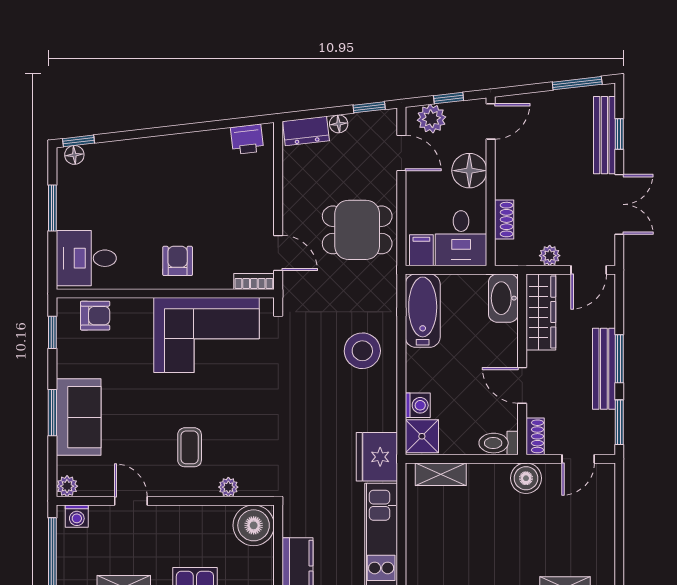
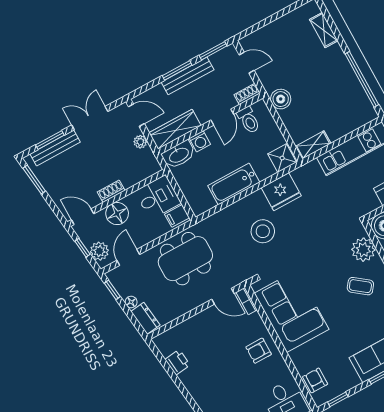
window: (619, 134) -> (50, 140), width x1.50
printer: (247, 139) -> (178, 362), moved
shoe rack: (504, 220) -> (111, 191), moved
dining table: (357, 230) -> (185, 259), width x1.38
door: (278, 253) -> (223, 296), swing flipped
bathtub: (423, 311) -> (234, 184), moved
stool: (362, 351) -> (263, 231), moved
washing machine: (418, 405) -> (200, 141), moved, turned 180
toilet: (499, 443) -> (249, 120), moved
coffee table: (190, 447) -> (360, 286), turned 38
fridge: (377, 457) -> (281, 192), moved
shelving: (441, 474) -> (313, 145), moved, turned 90
boiler: (526, 478) -> (281, 99), moved
plant: (228, 487) -> (363, 250), width x1.88, depth x1.88

